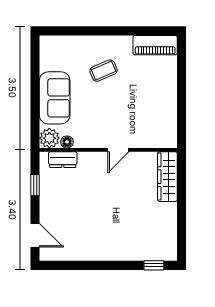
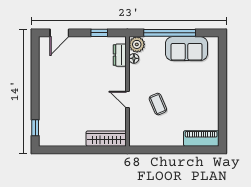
piano: (155, 45) -> (201, 138), moved, turned 90
coffee table: (104, 71) -> (158, 104), moved
window: (35, 97) -> (170, 33), added
sofa: (55, 98) -> (187, 49), moved

